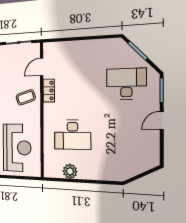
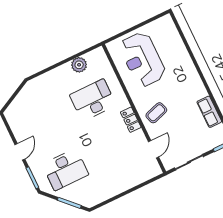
locker: (49, 91) -> (131, 120), moved

